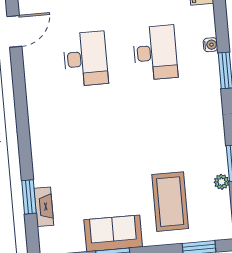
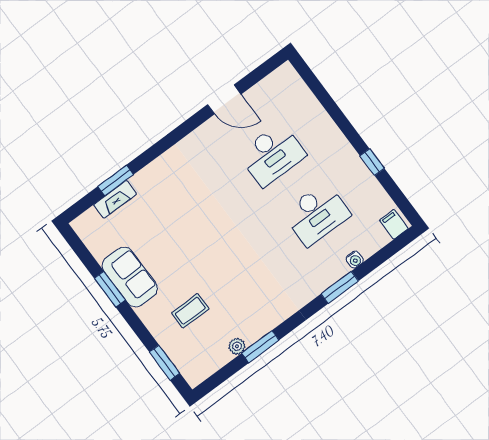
door: (14, 31) -> (224, 99), moved
coffee table: (170, 202) -> (190, 311), width x0.54, depth x0.58

